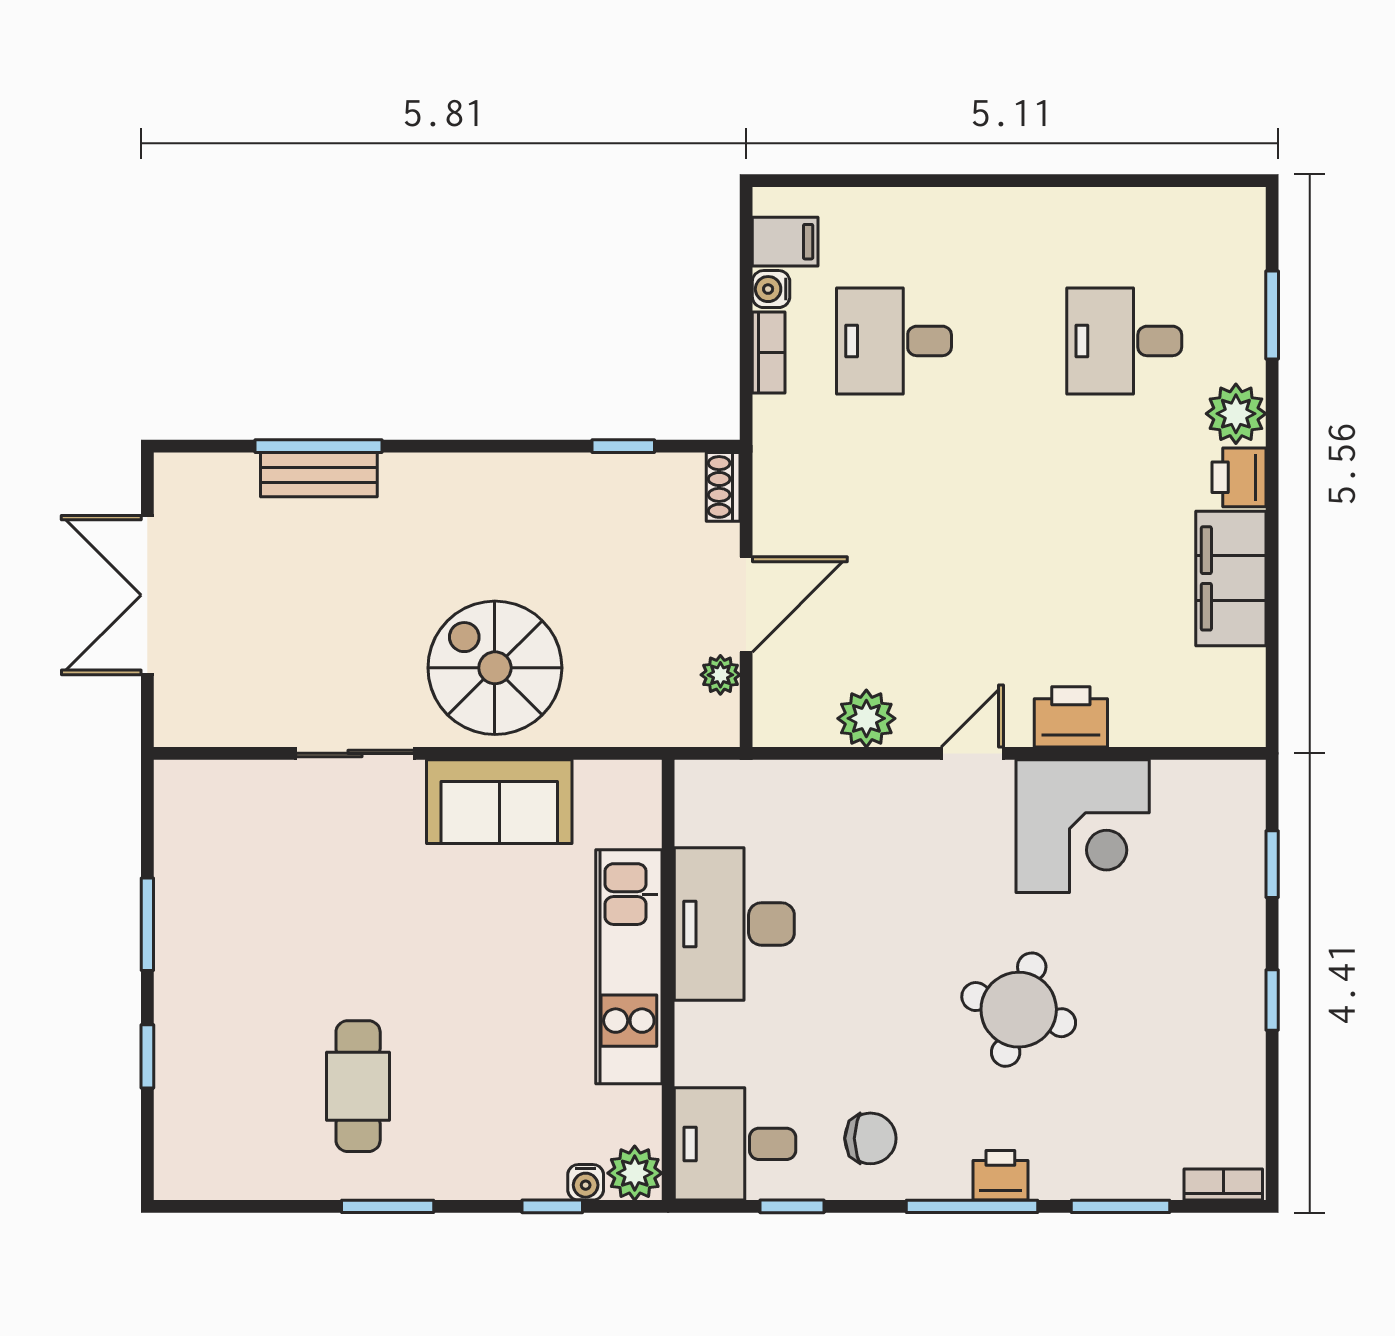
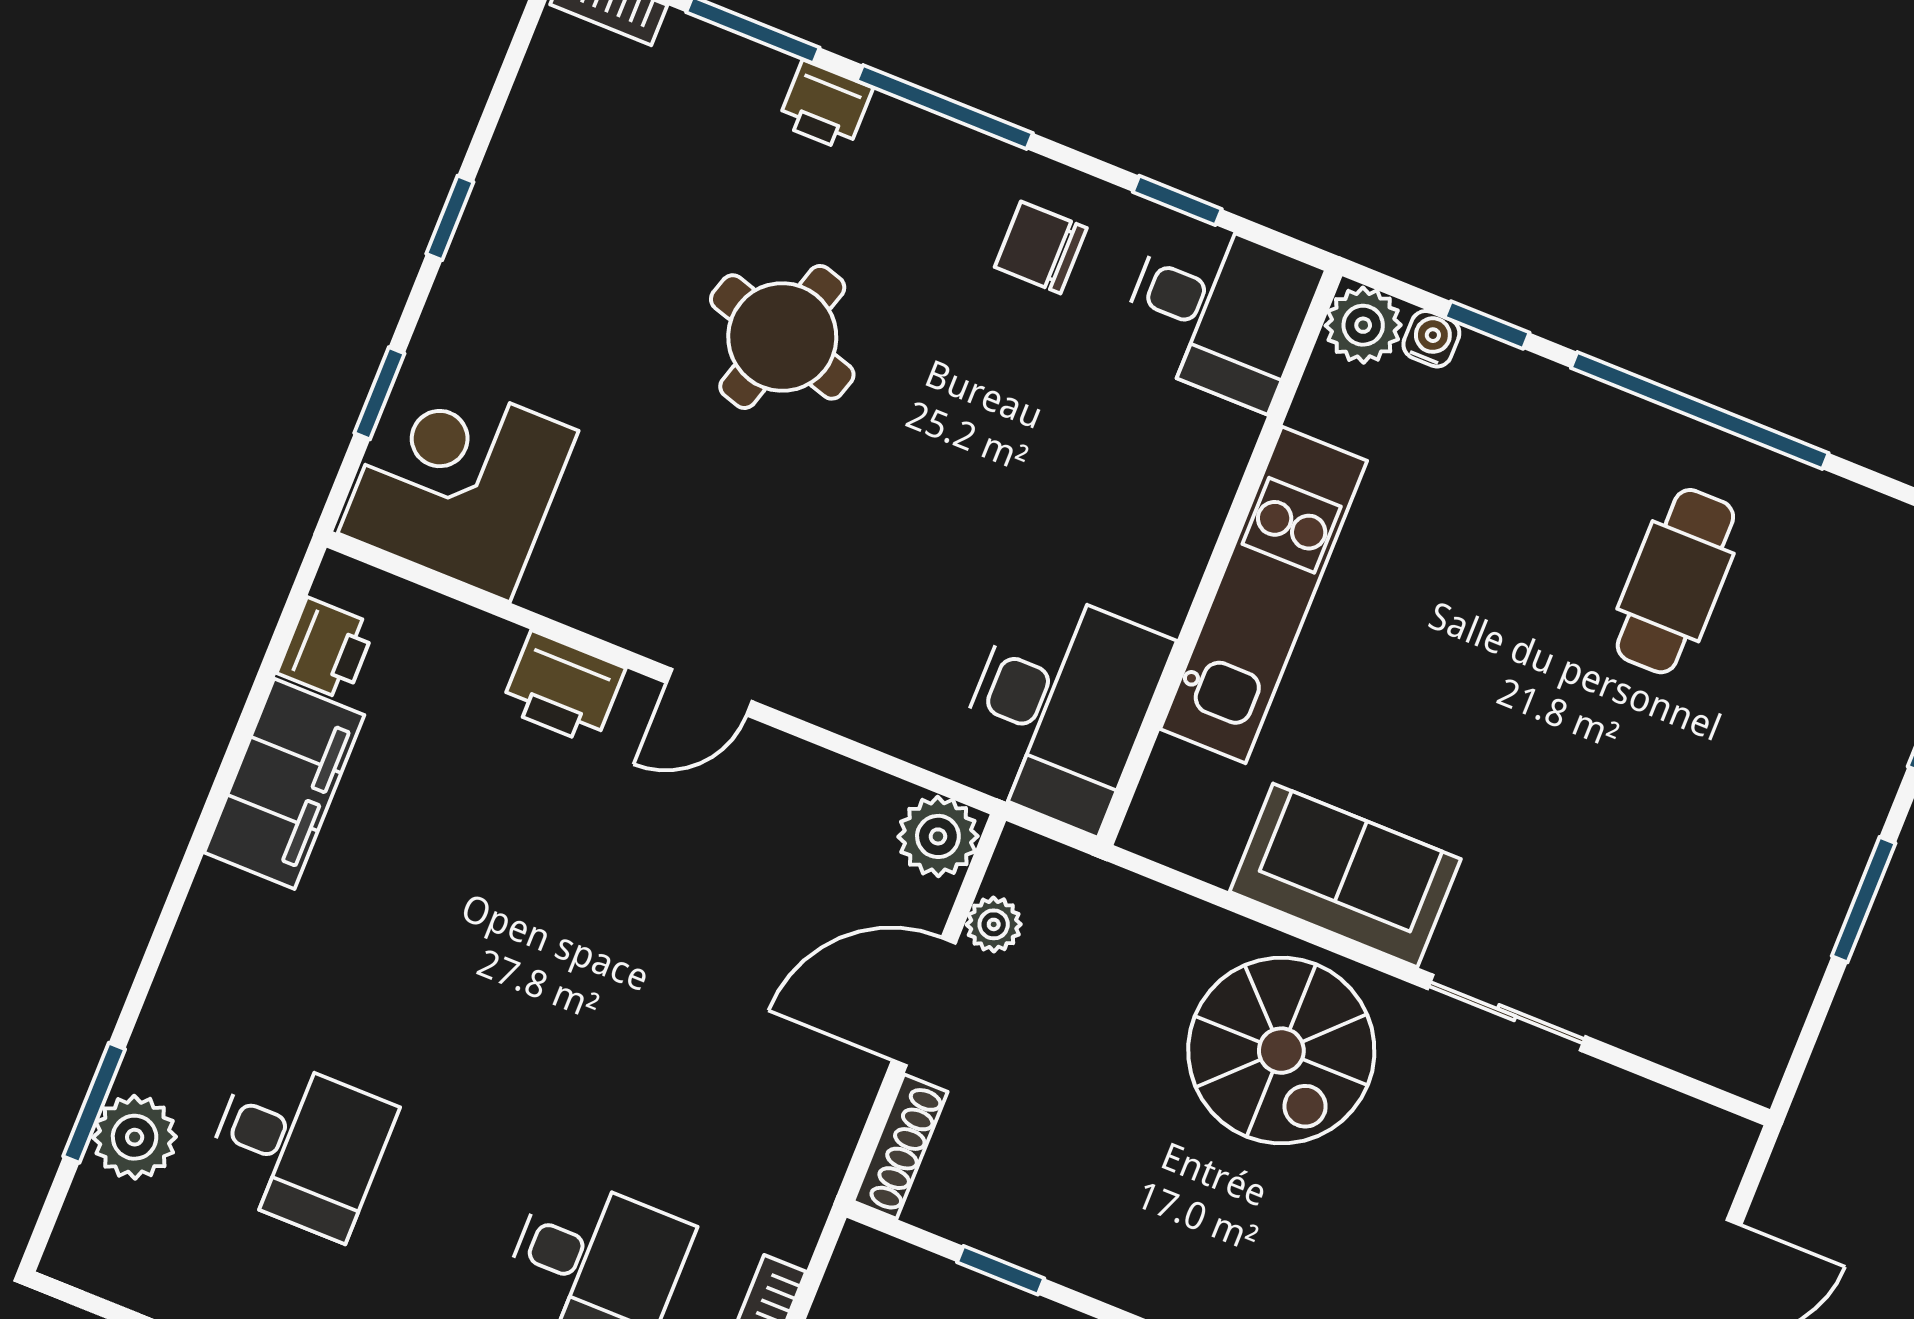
plant: (1236, 414) -> (135, 1137), moved
printer: (1239, 477) -> (326, 649), moved
shoe rack: (723, 487) -> (900, 1147), width x1.43
plant: (866, 718) -> (938, 836), moved
corner desk: (1083, 826) -> (458, 482), moved
desk: (734, 924) -> (1060, 708), moved
printer: (1000, 1175) -> (825, 106), moved
window: (388, 1206) -> (1700, 410), width x2.11

